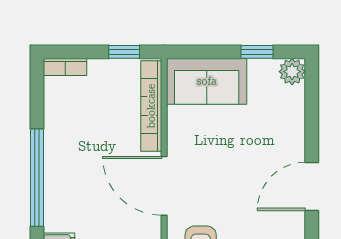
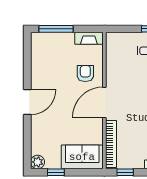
door: (164, 186) -> (104, 102), swing flipped

